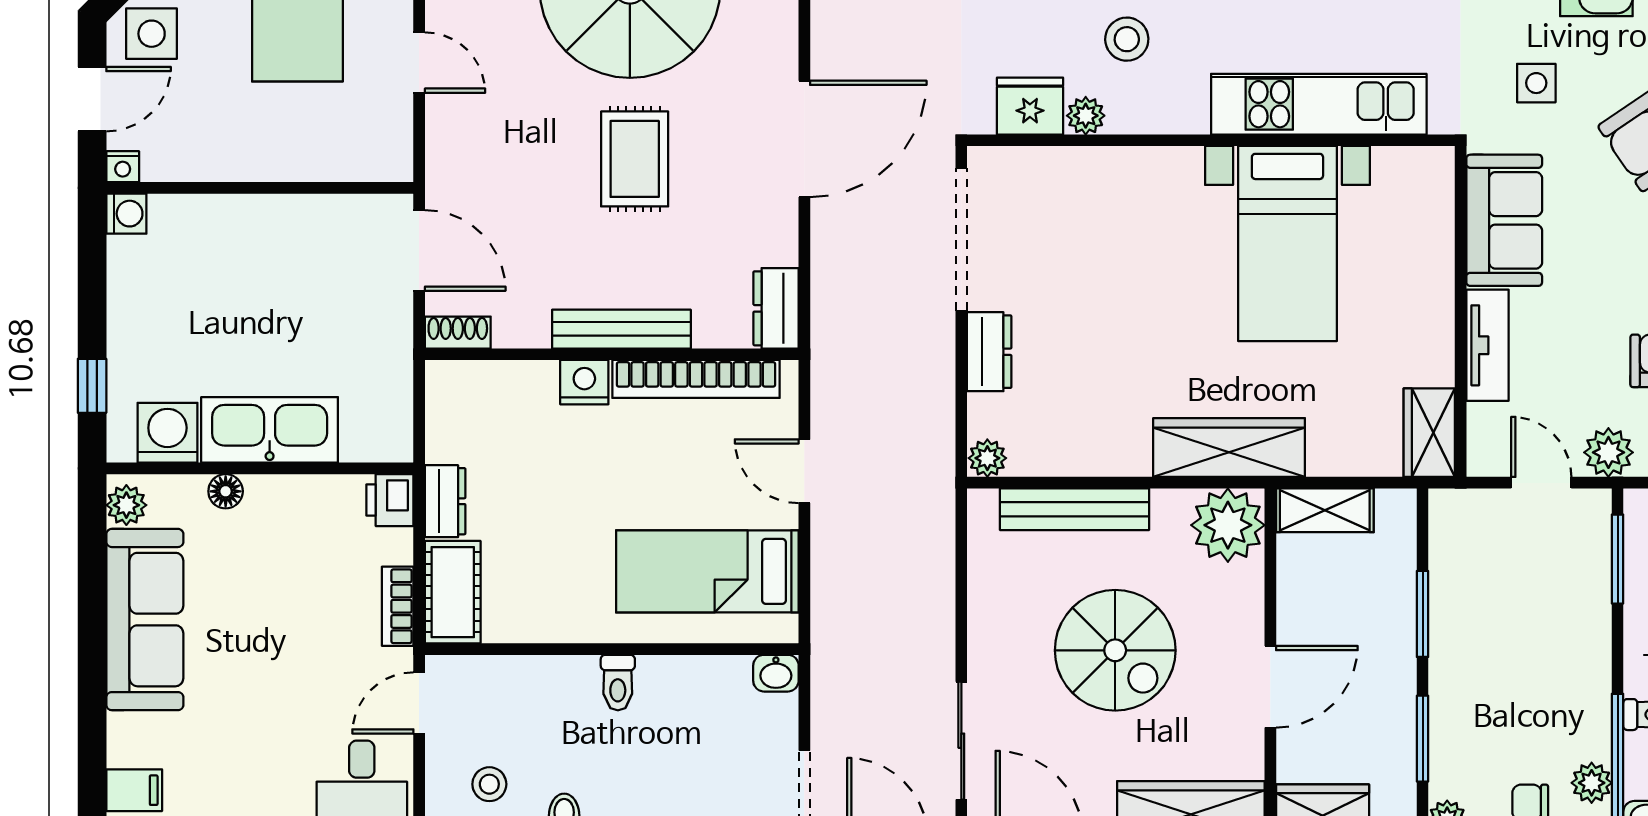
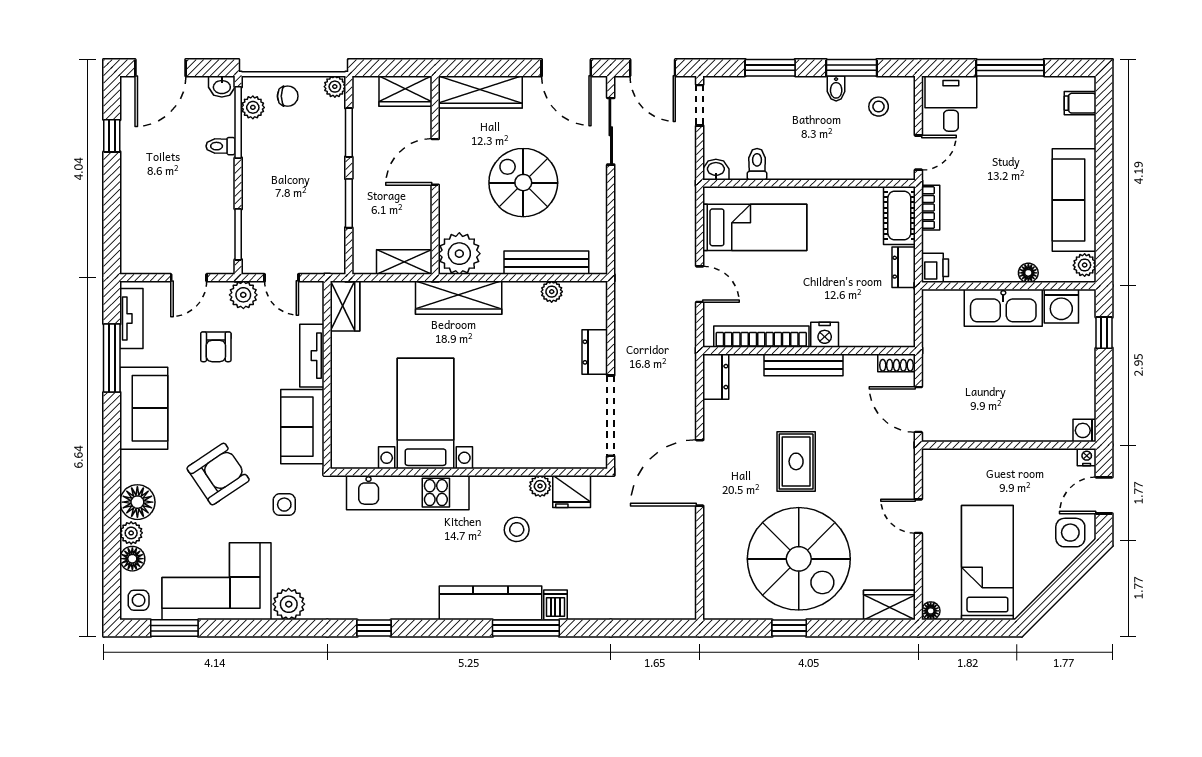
plant: (987, 458) -> (552, 292), moved
toilet: (618, 683) -> (757, 164), moved

